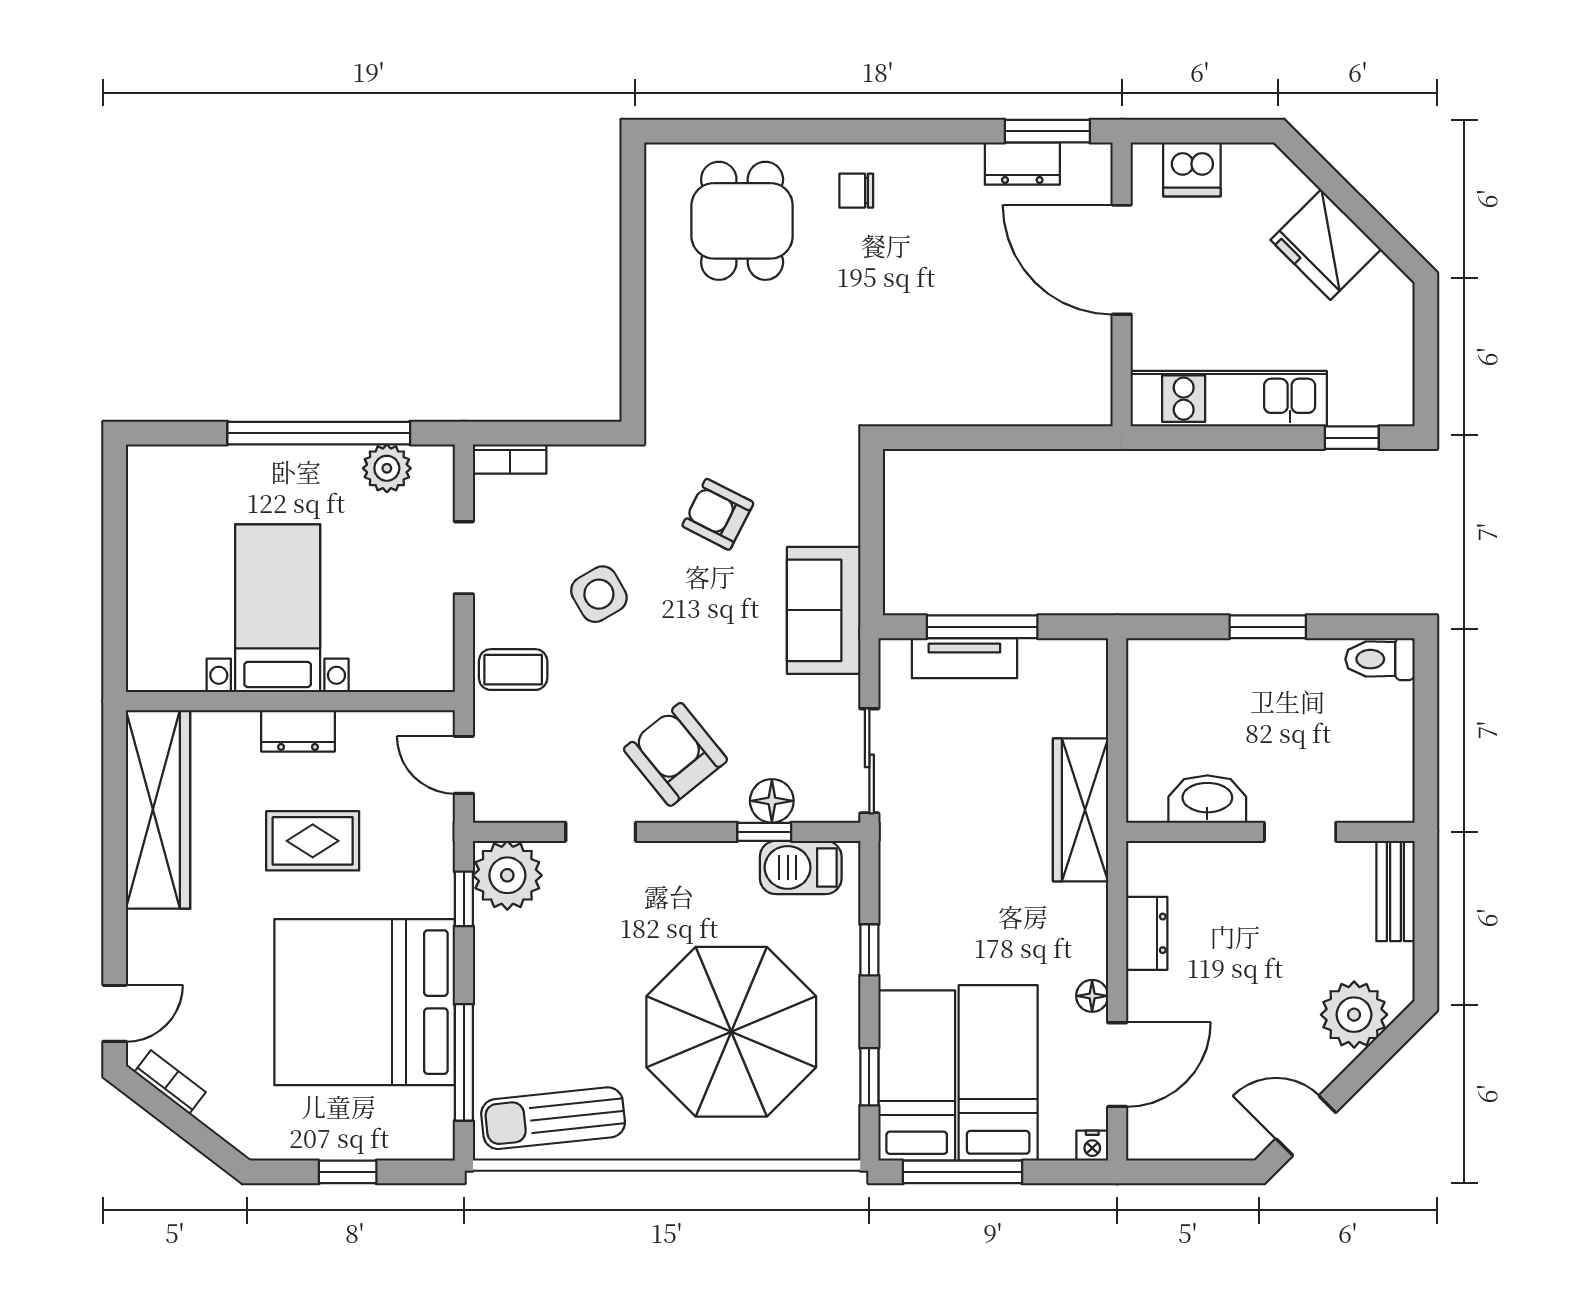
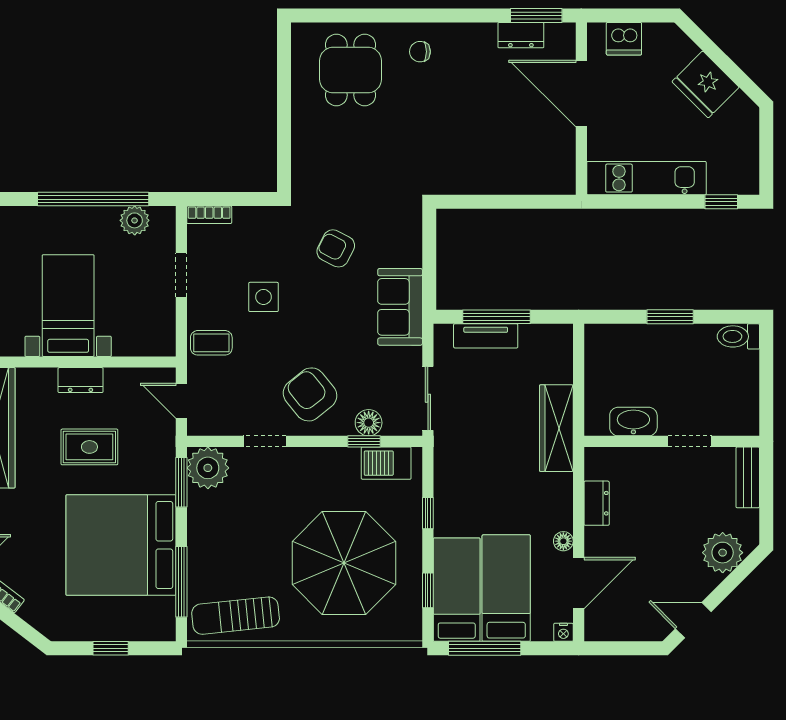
side table: (599, 594) -> (263, 297), turned 30
window: (464, 899) -> (181, 482), width x1.50

